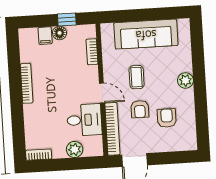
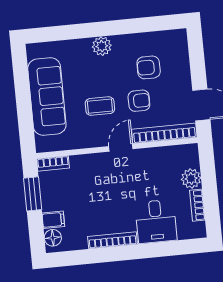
window: (67, 20) -> (33, 194), width x1.50
floor lamp: (60, 33) -> (53, 238), moved
bookcase: (92, 52) -> (53, 163), moved
desk: (84, 120) -> (156, 221), moved, turned 180
bookcase: (39, 155) -> (197, 205), moved

